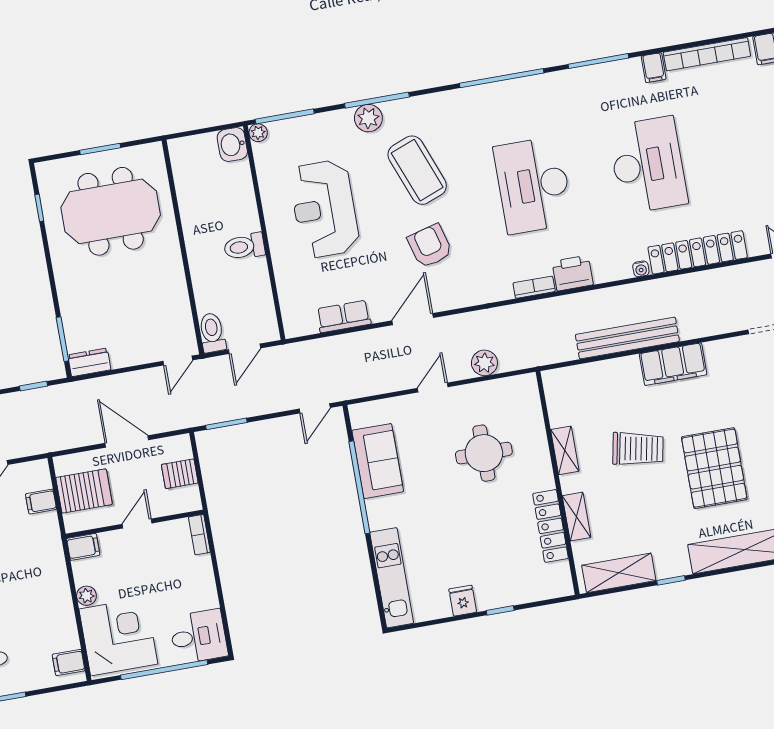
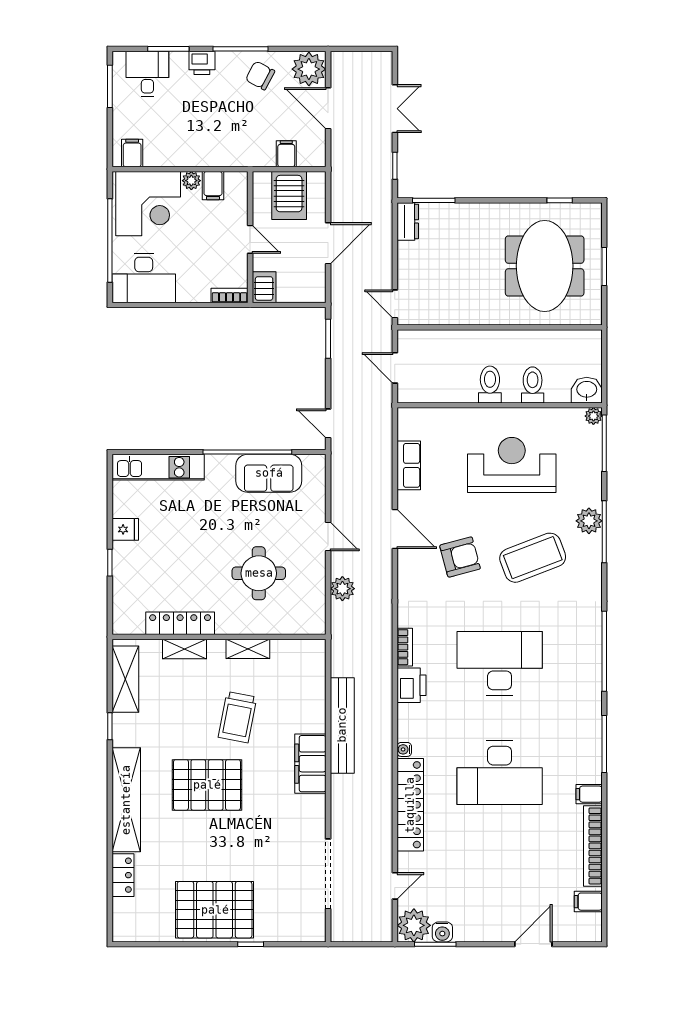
toilet: (212, 333) -> (533, 385), moved, turned -90
server rack: (180, 474) -> (264, 287), moved
filing cabinet: (83, 547) -> (213, 186), moved
desk: (198, 636) -> (144, 278), width x1.37

